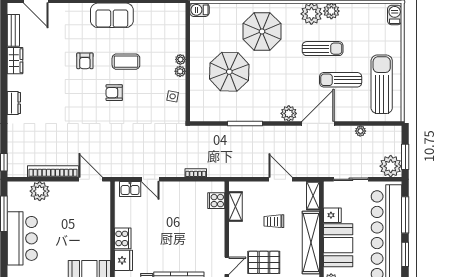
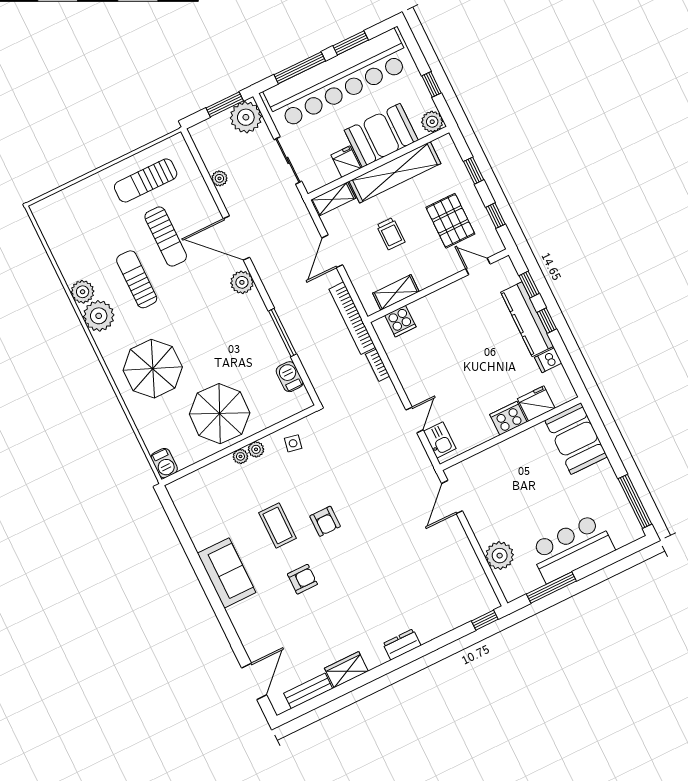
barbecue: (395, 15) -> (290, 377), moved, turned 90
parasol: (229, 72) -> (220, 414), moved
sun lounger: (382, 84) -> (146, 180), width x0.73, depth x0.75
bookcase: (53, 171) -> (352, 318), moved

